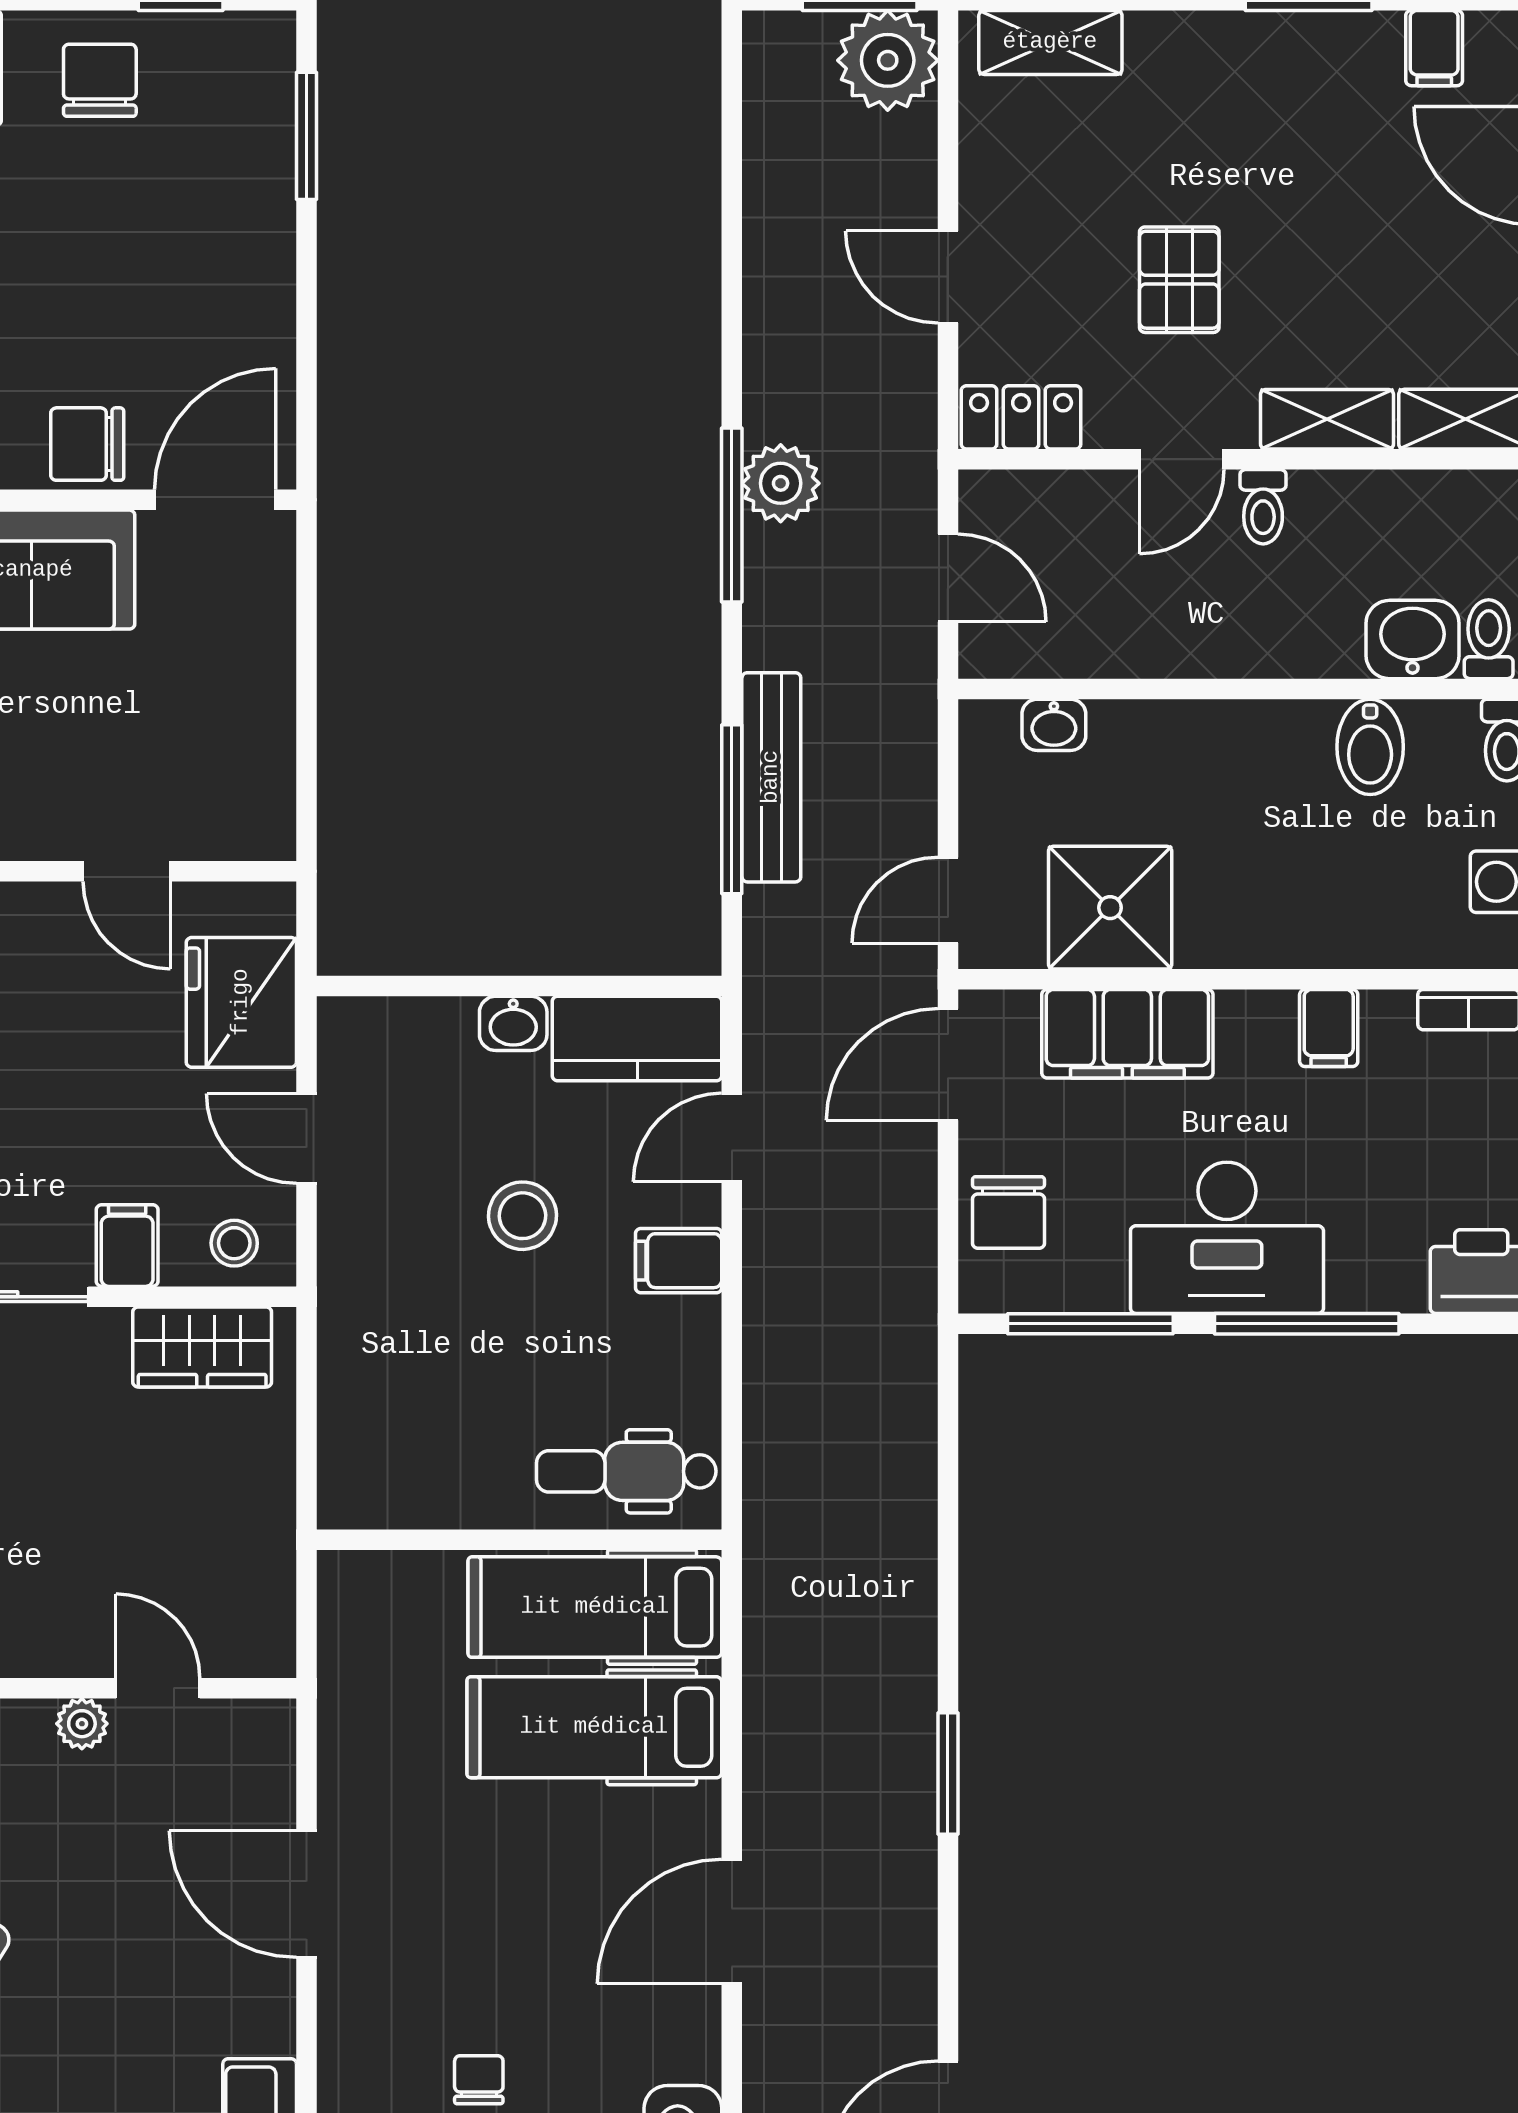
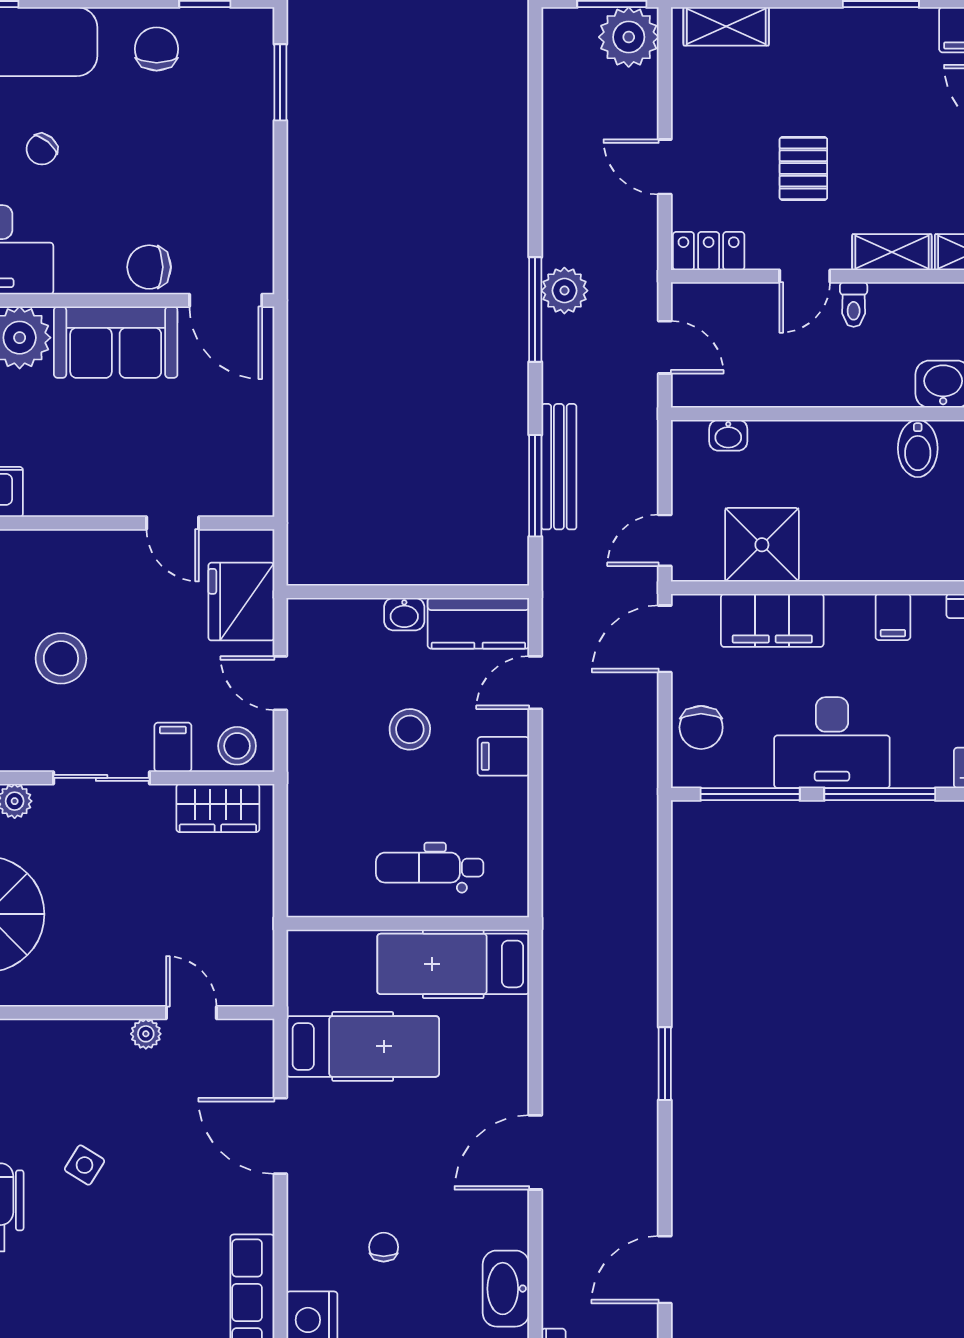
door: (215, 500) -> (226, 300), swing flipped
stool: (234, 1243) -> (237, 746), width x1.37, depth x1.37
dental chair: (626, 1471) -> (430, 868), moved
hospital bed: (594, 1727) -> (363, 1046), moved, turned 180

